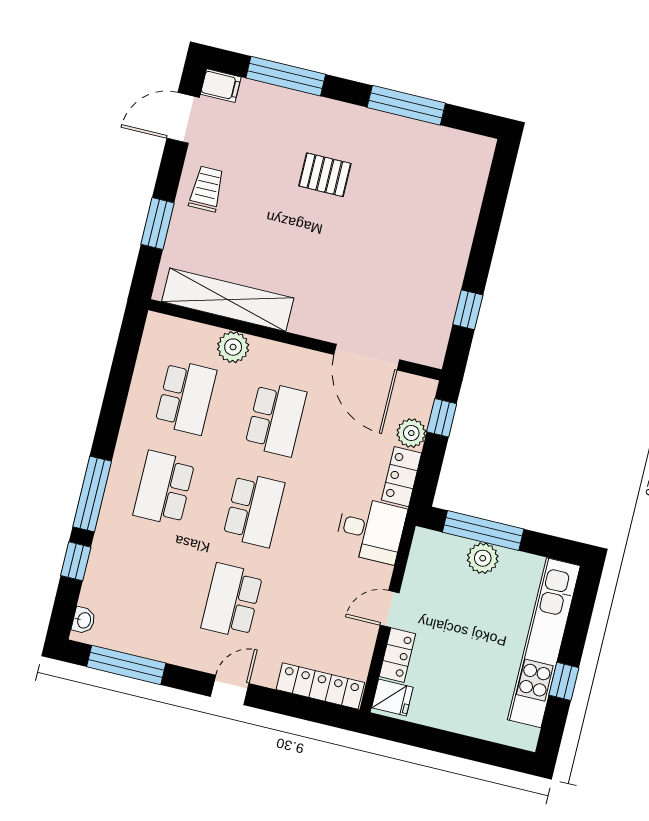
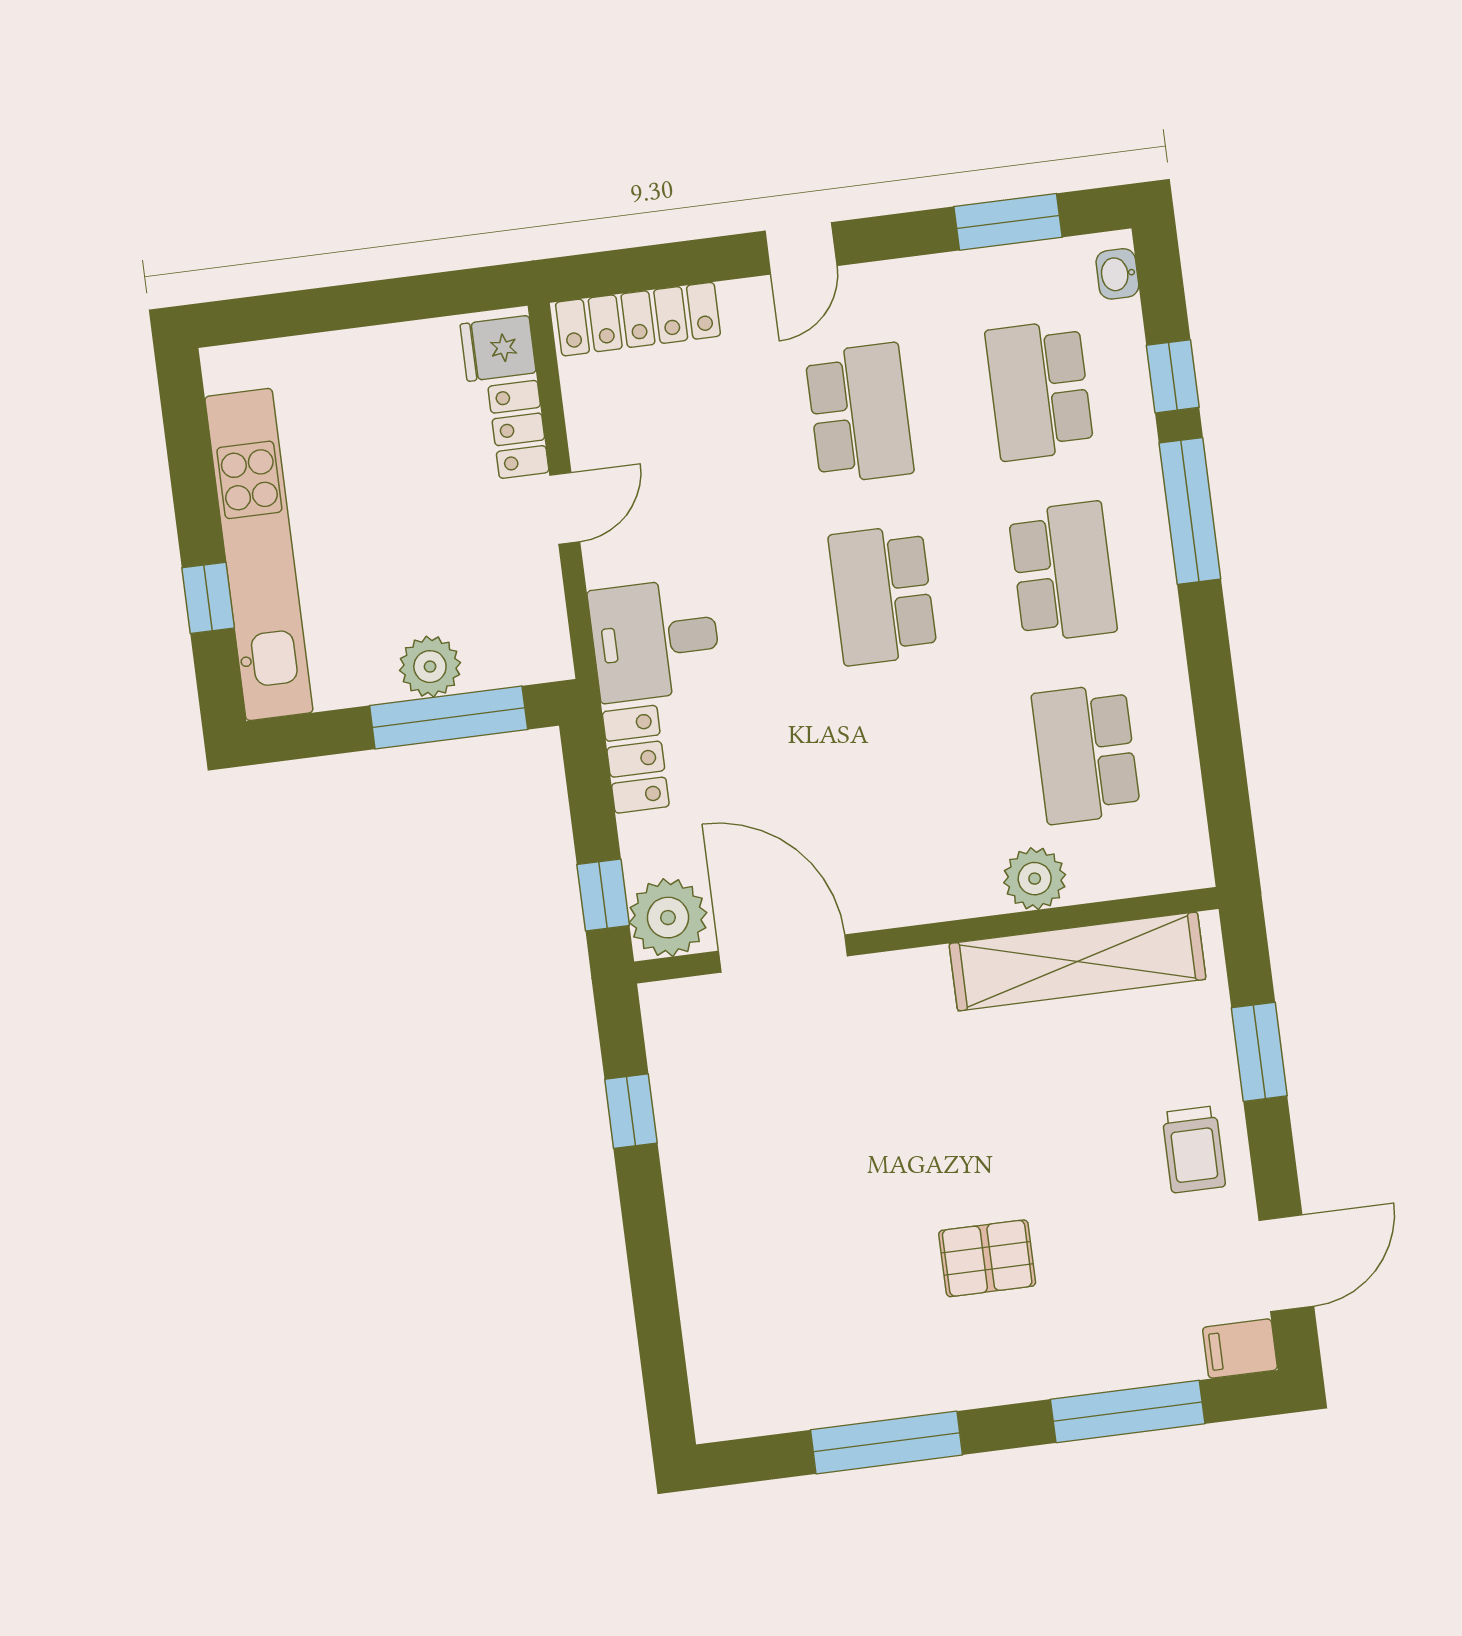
school desk: (276, 419) -> (1039, 390), moved
plant: (411, 433) -> (668, 918), moved, width x1.36, depth x1.36
window: (126, 665) -> (1008, 222), width x0.69
window: (564, 681) -> (208, 598), moved

